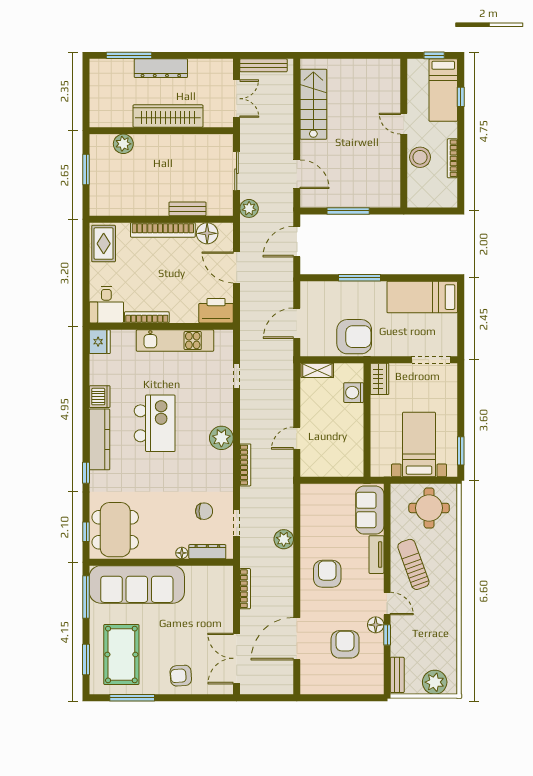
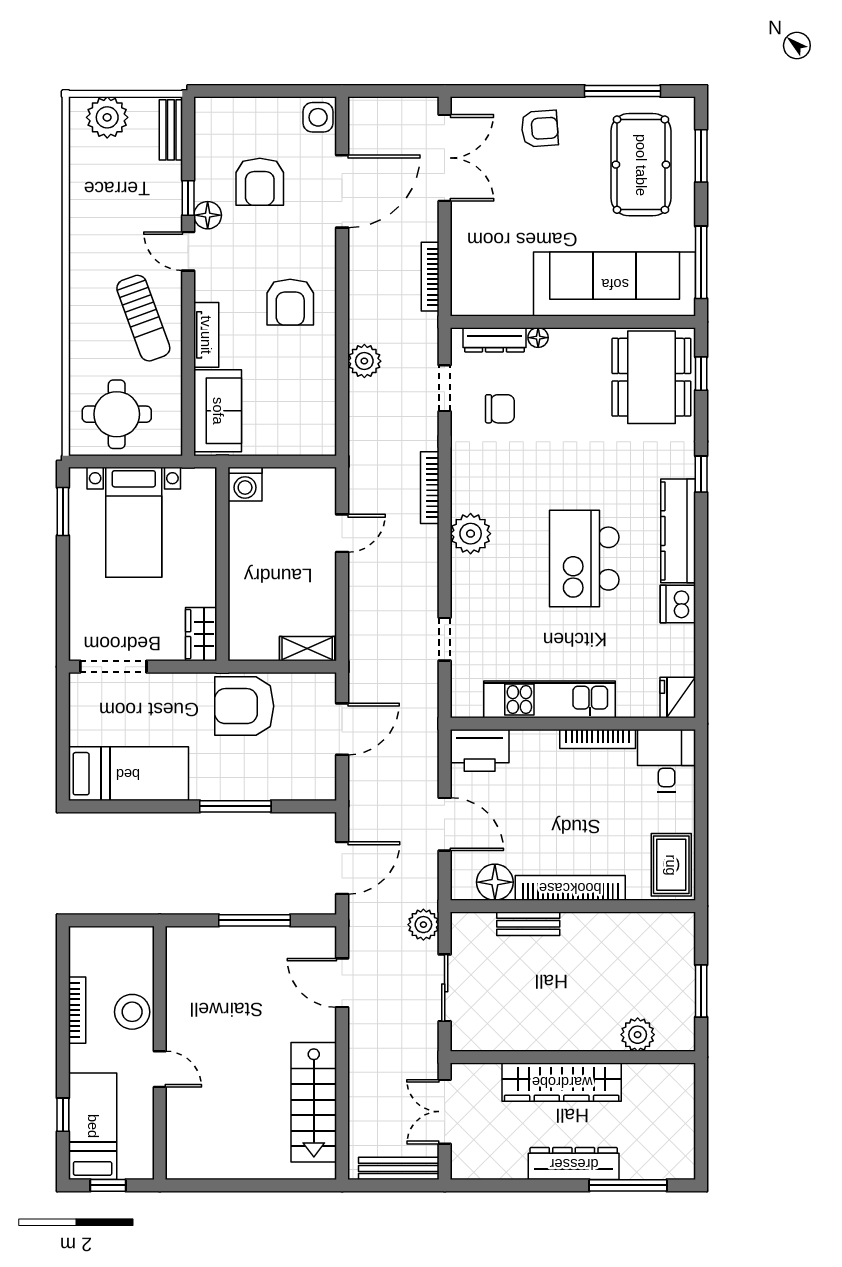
washing machine: (354, 393) -> (245, 484), moved, turned 90
chair: (204, 511) -> (500, 409), turned 180
side table: (311, 682) -> (318, 117), added

